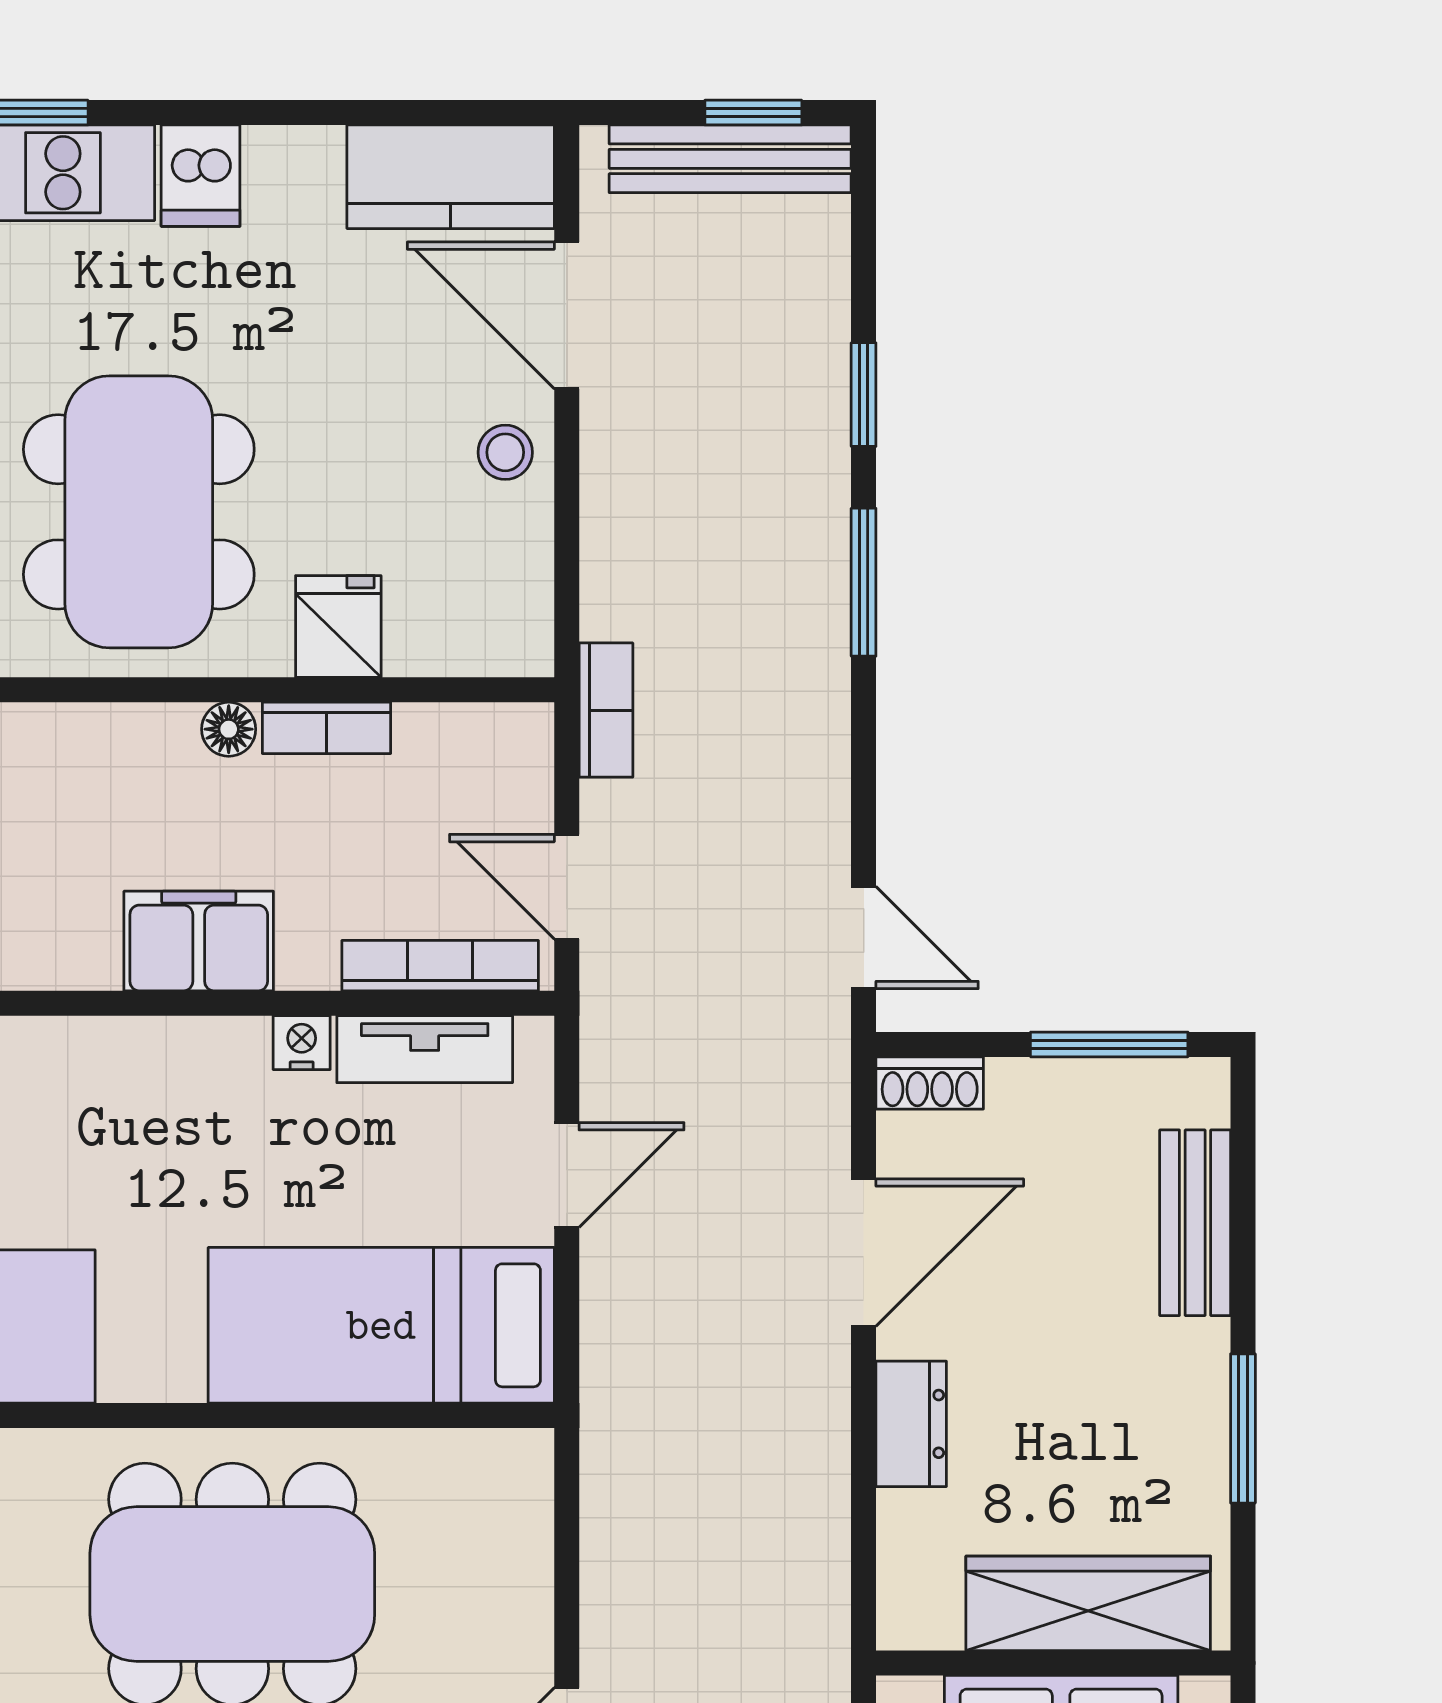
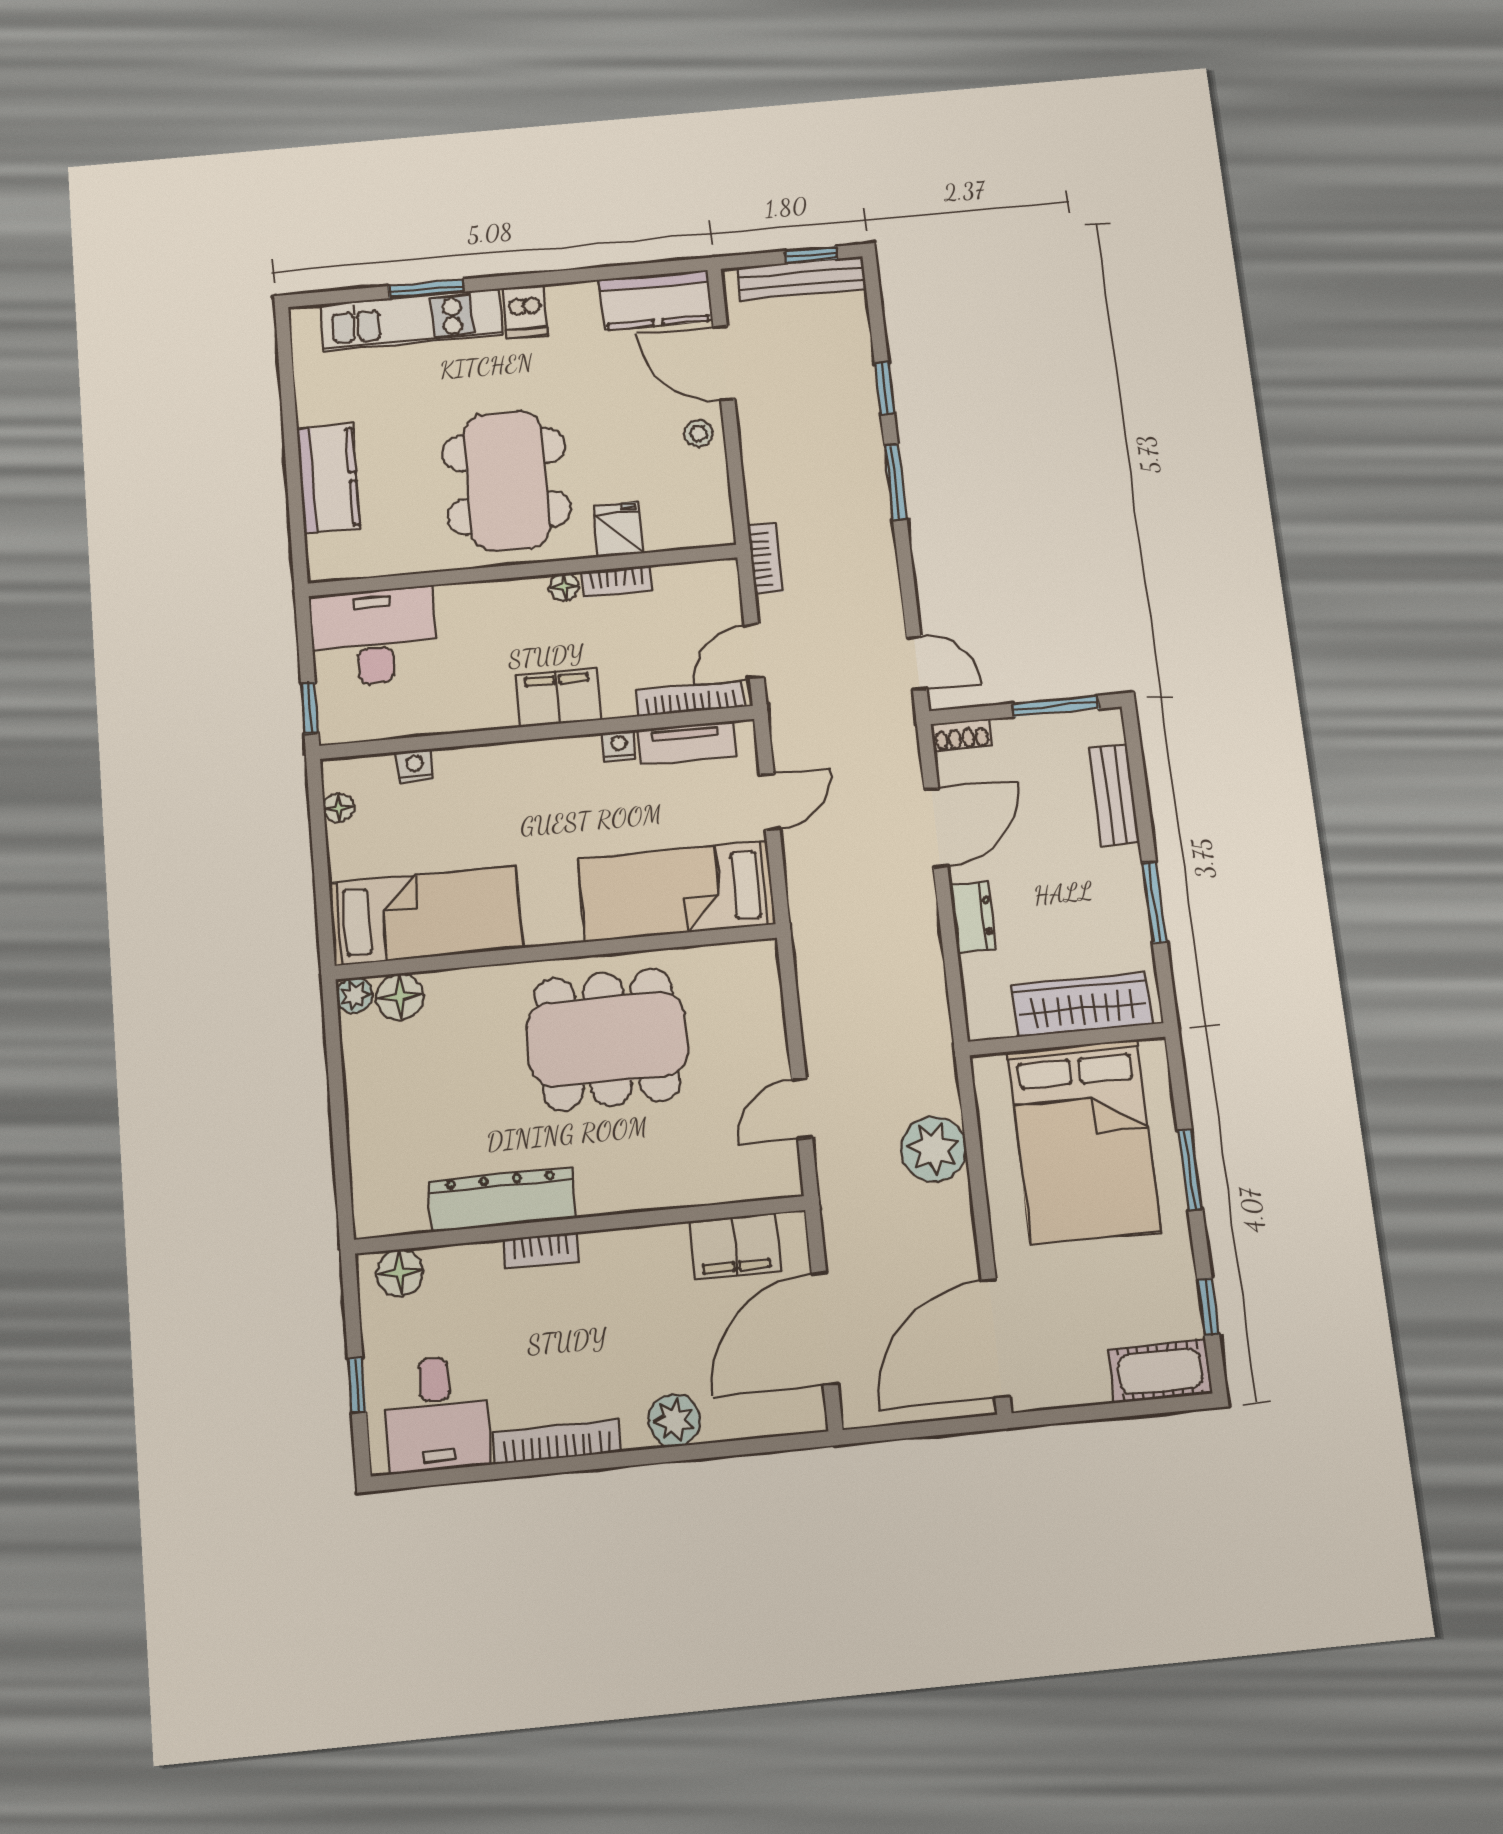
door: (567, 887) -> (754, 651), hinge flipped

